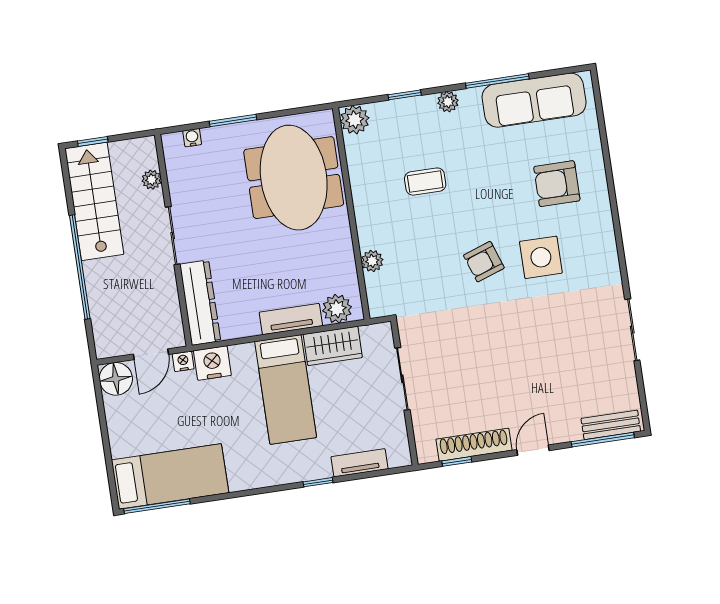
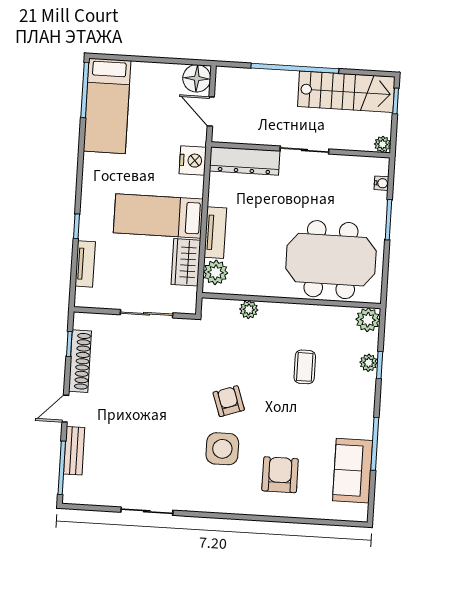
sofa: (534, 100) -> (353, 471), width x0.73
plant: (448, 102) -> (369, 363), moved
plant: (152, 180) -> (383, 144), moved
nightstand: (183, 361) -> (199, 137), removed
bench: (611, 425) -> (74, 451), moved
door: (533, 450) -> (65, 409), swing flipped

